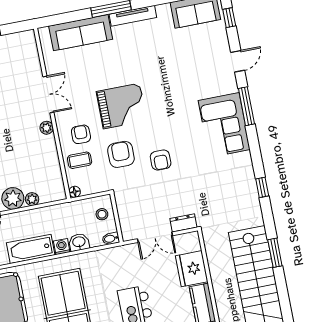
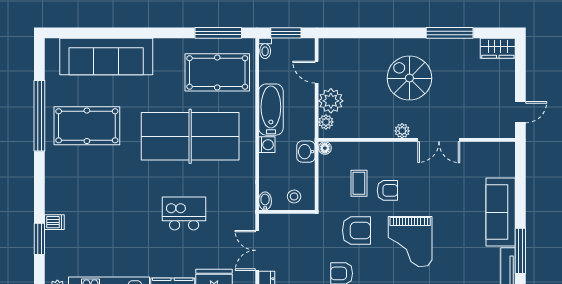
double door: (48, 94) -> (439, 140), moved
wall: (52, 114) -> (417, 140), moved
plant: (47, 128) -> (402, 131), moved
floor lamp: (75, 192) -> (325, 148), moved
washbasin: (79, 242) -> (306, 152), moved, turned 180

